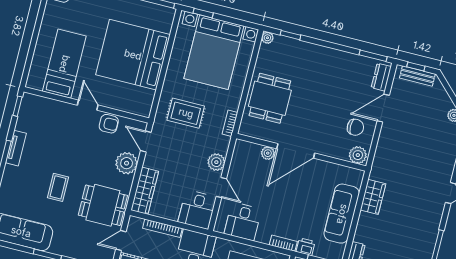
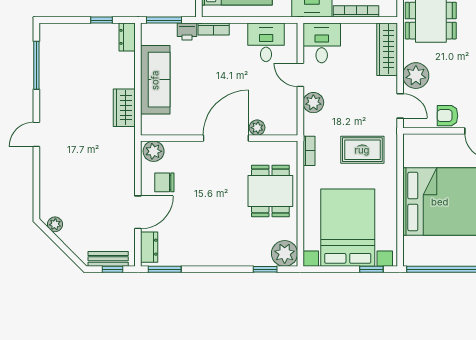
plant: (267, 38) -> (285, 253), width x1.88, depth x1.88

